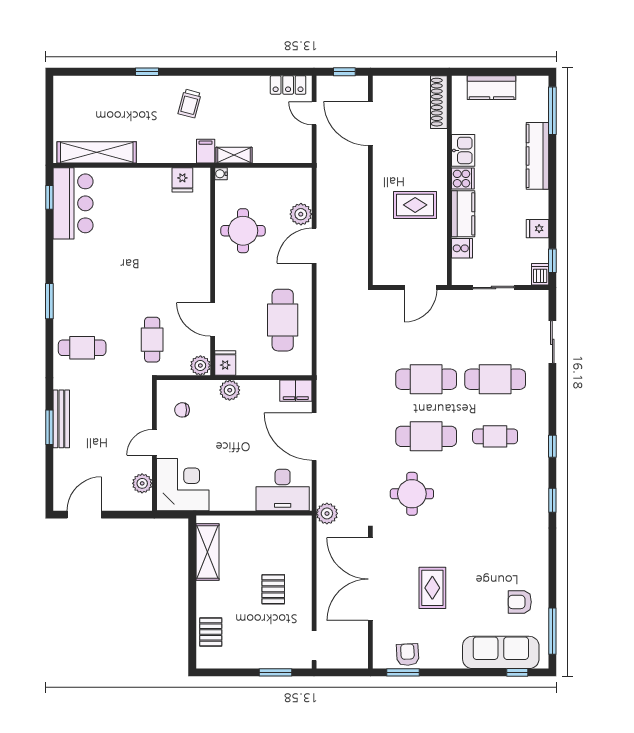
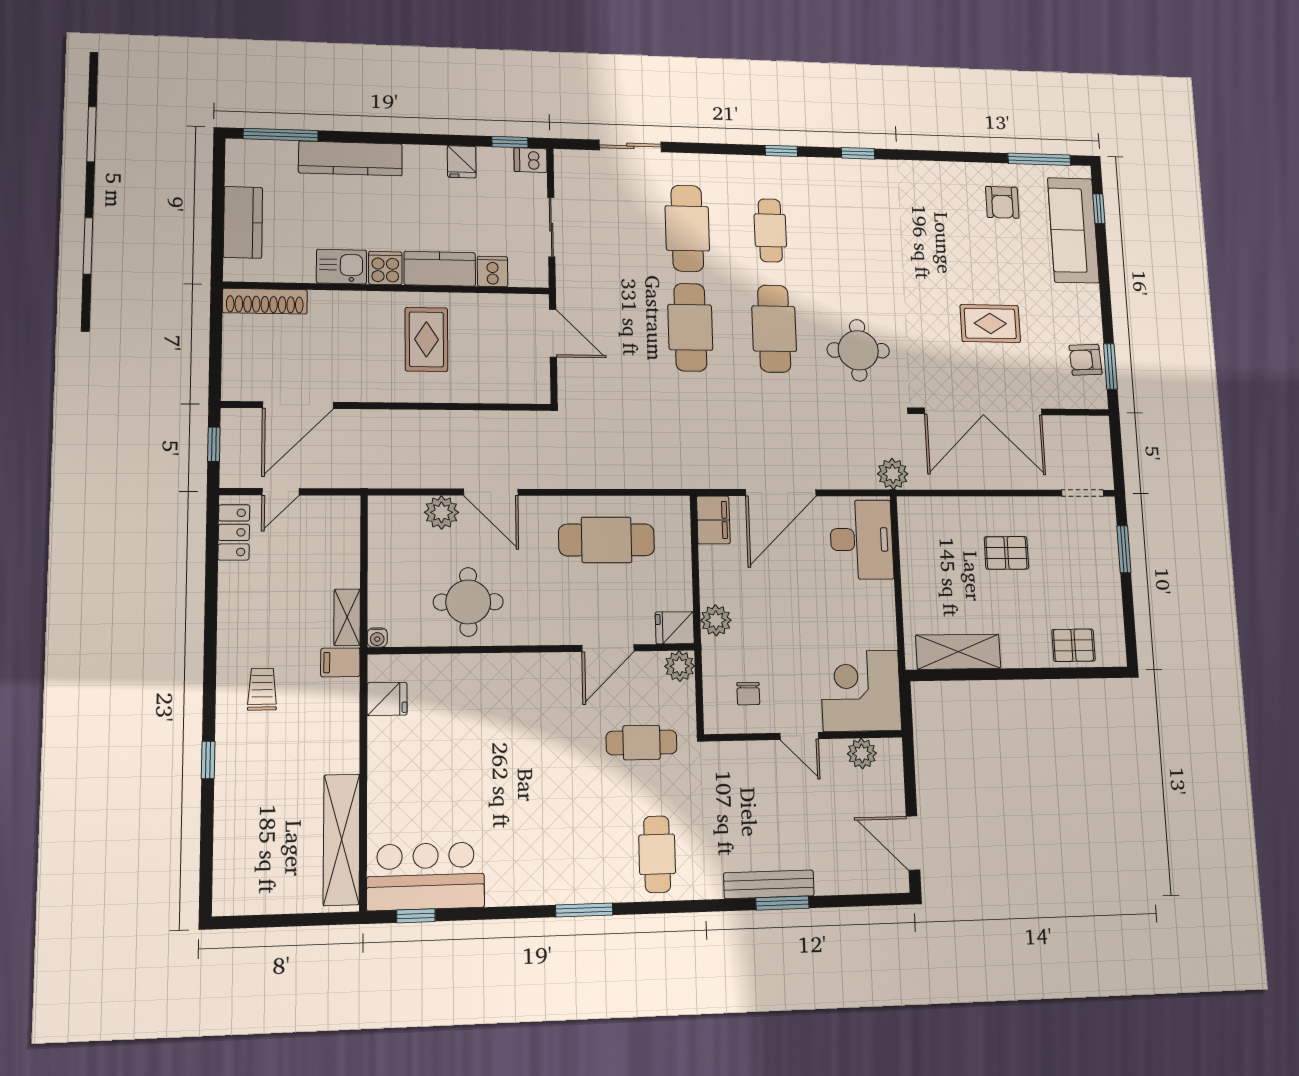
trolley: (190, 104) -> (262, 689), turned -105

